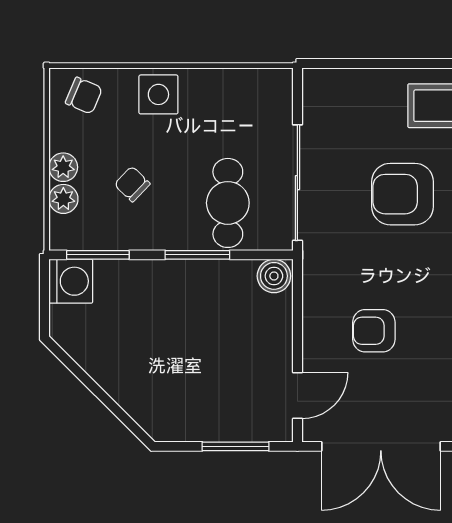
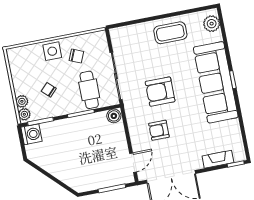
chair: (84, 96) -> (76, 56), moved
plant: (63, 167) -> (24, 114), moved
armchair: (403, 194) -> (160, 92), moved

